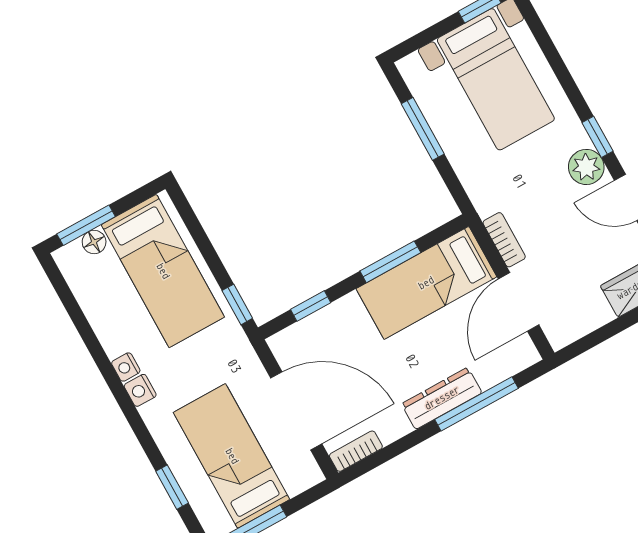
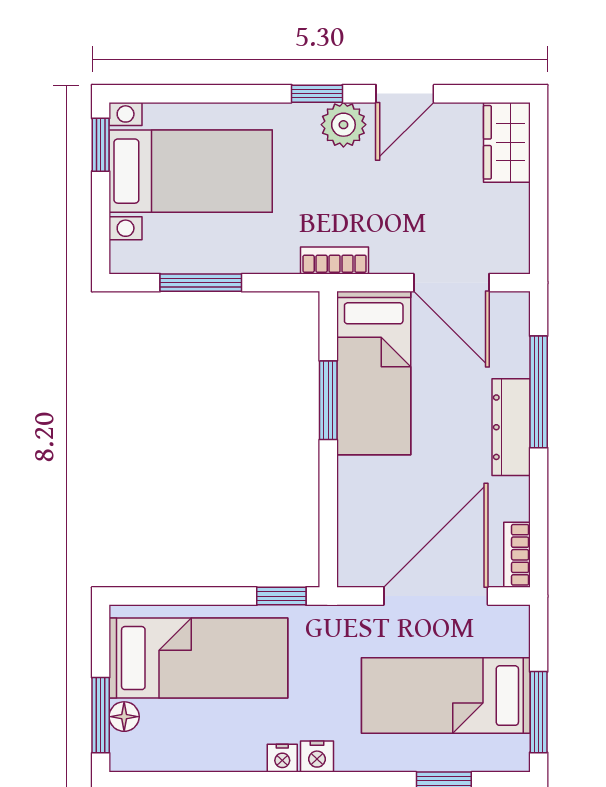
bookcase: (504, 240) -> (335, 260), moved
window: (311, 306) -> (328, 516), removed

